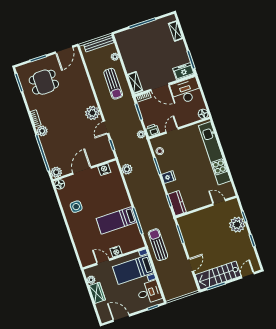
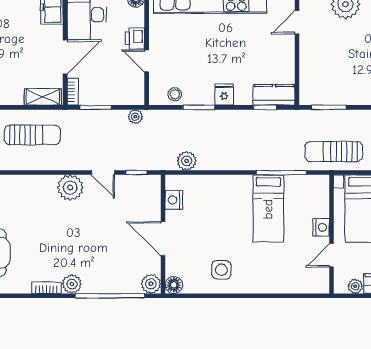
printer: (152, 130) -> (135, 38), moved

